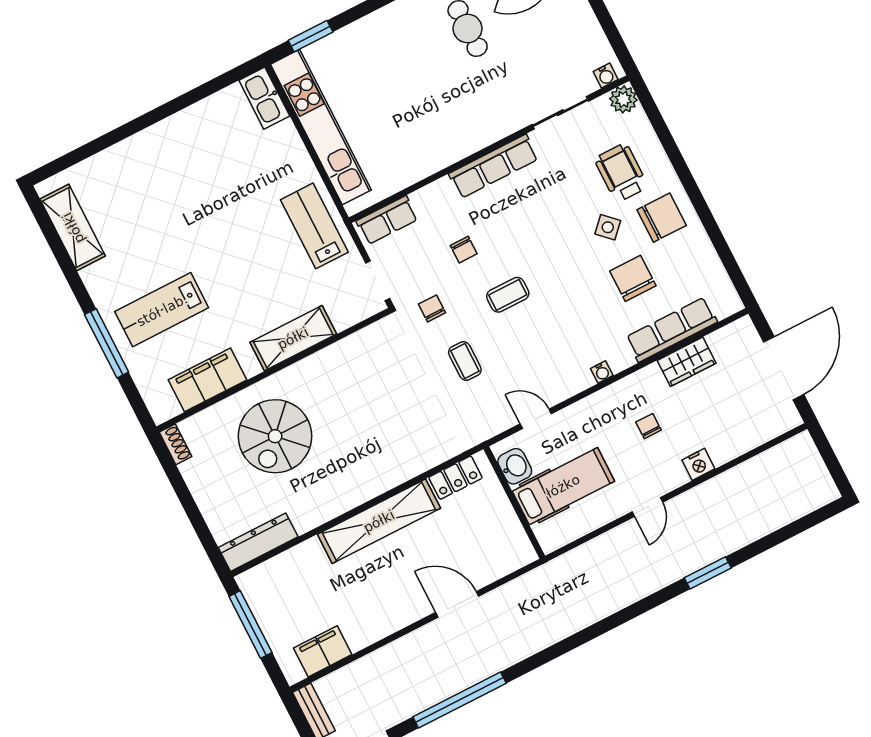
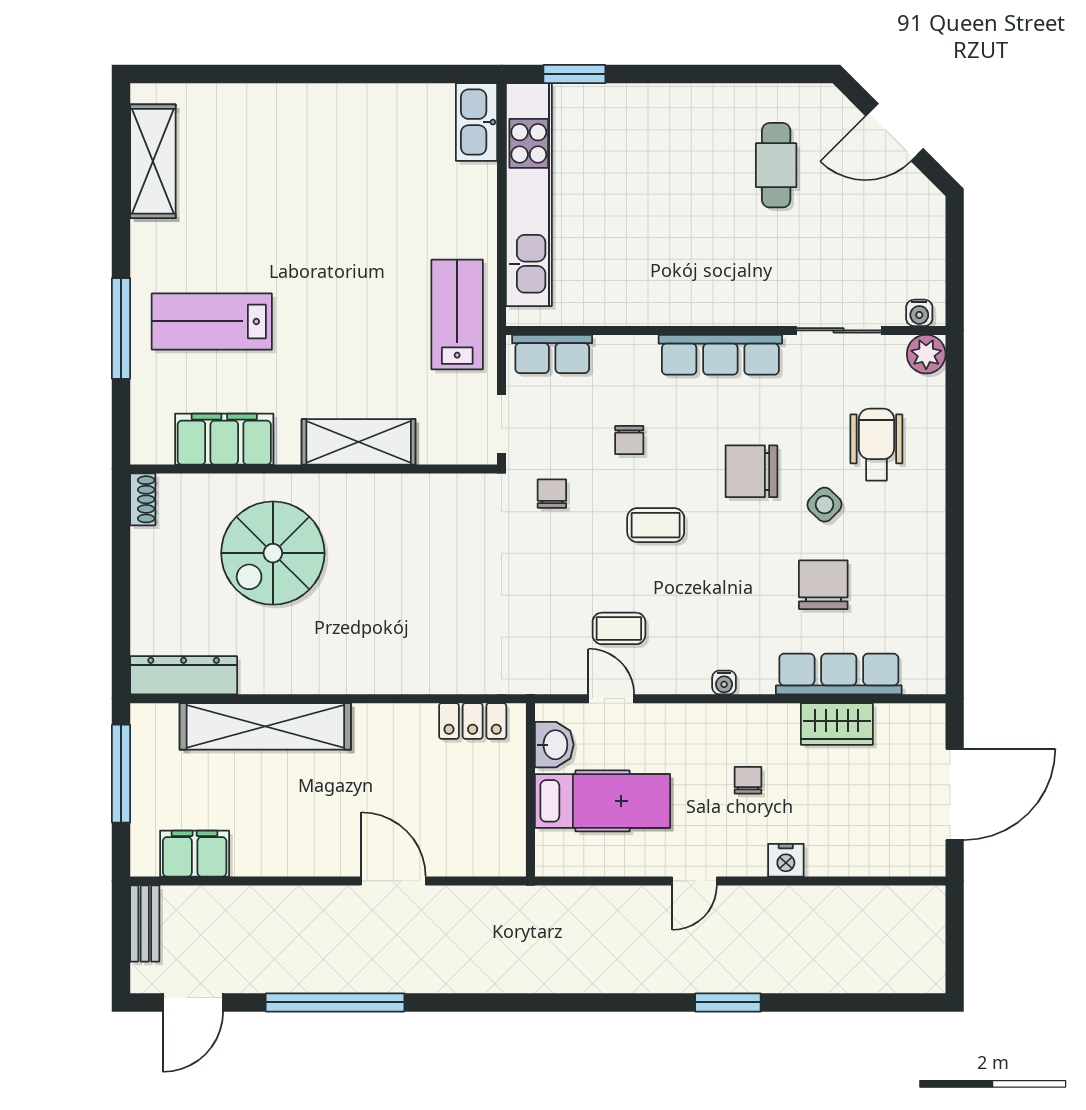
chair: (662, 218) -> (751, 471), moved, turned 180
coffee table: (465, 361) -> (619, 628), moved, turned 90
shelving: (379, 521) -> (265, 726), moved

